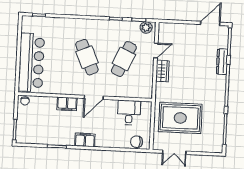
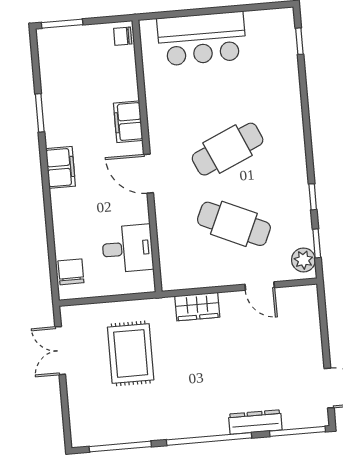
bar counter: (31, 62) -> (202, 39), width x0.73
wardrobe: (162, 71) -> (197, 307), moved
rug: (180, 118) -> (131, 353), width x0.73, depth x0.69

